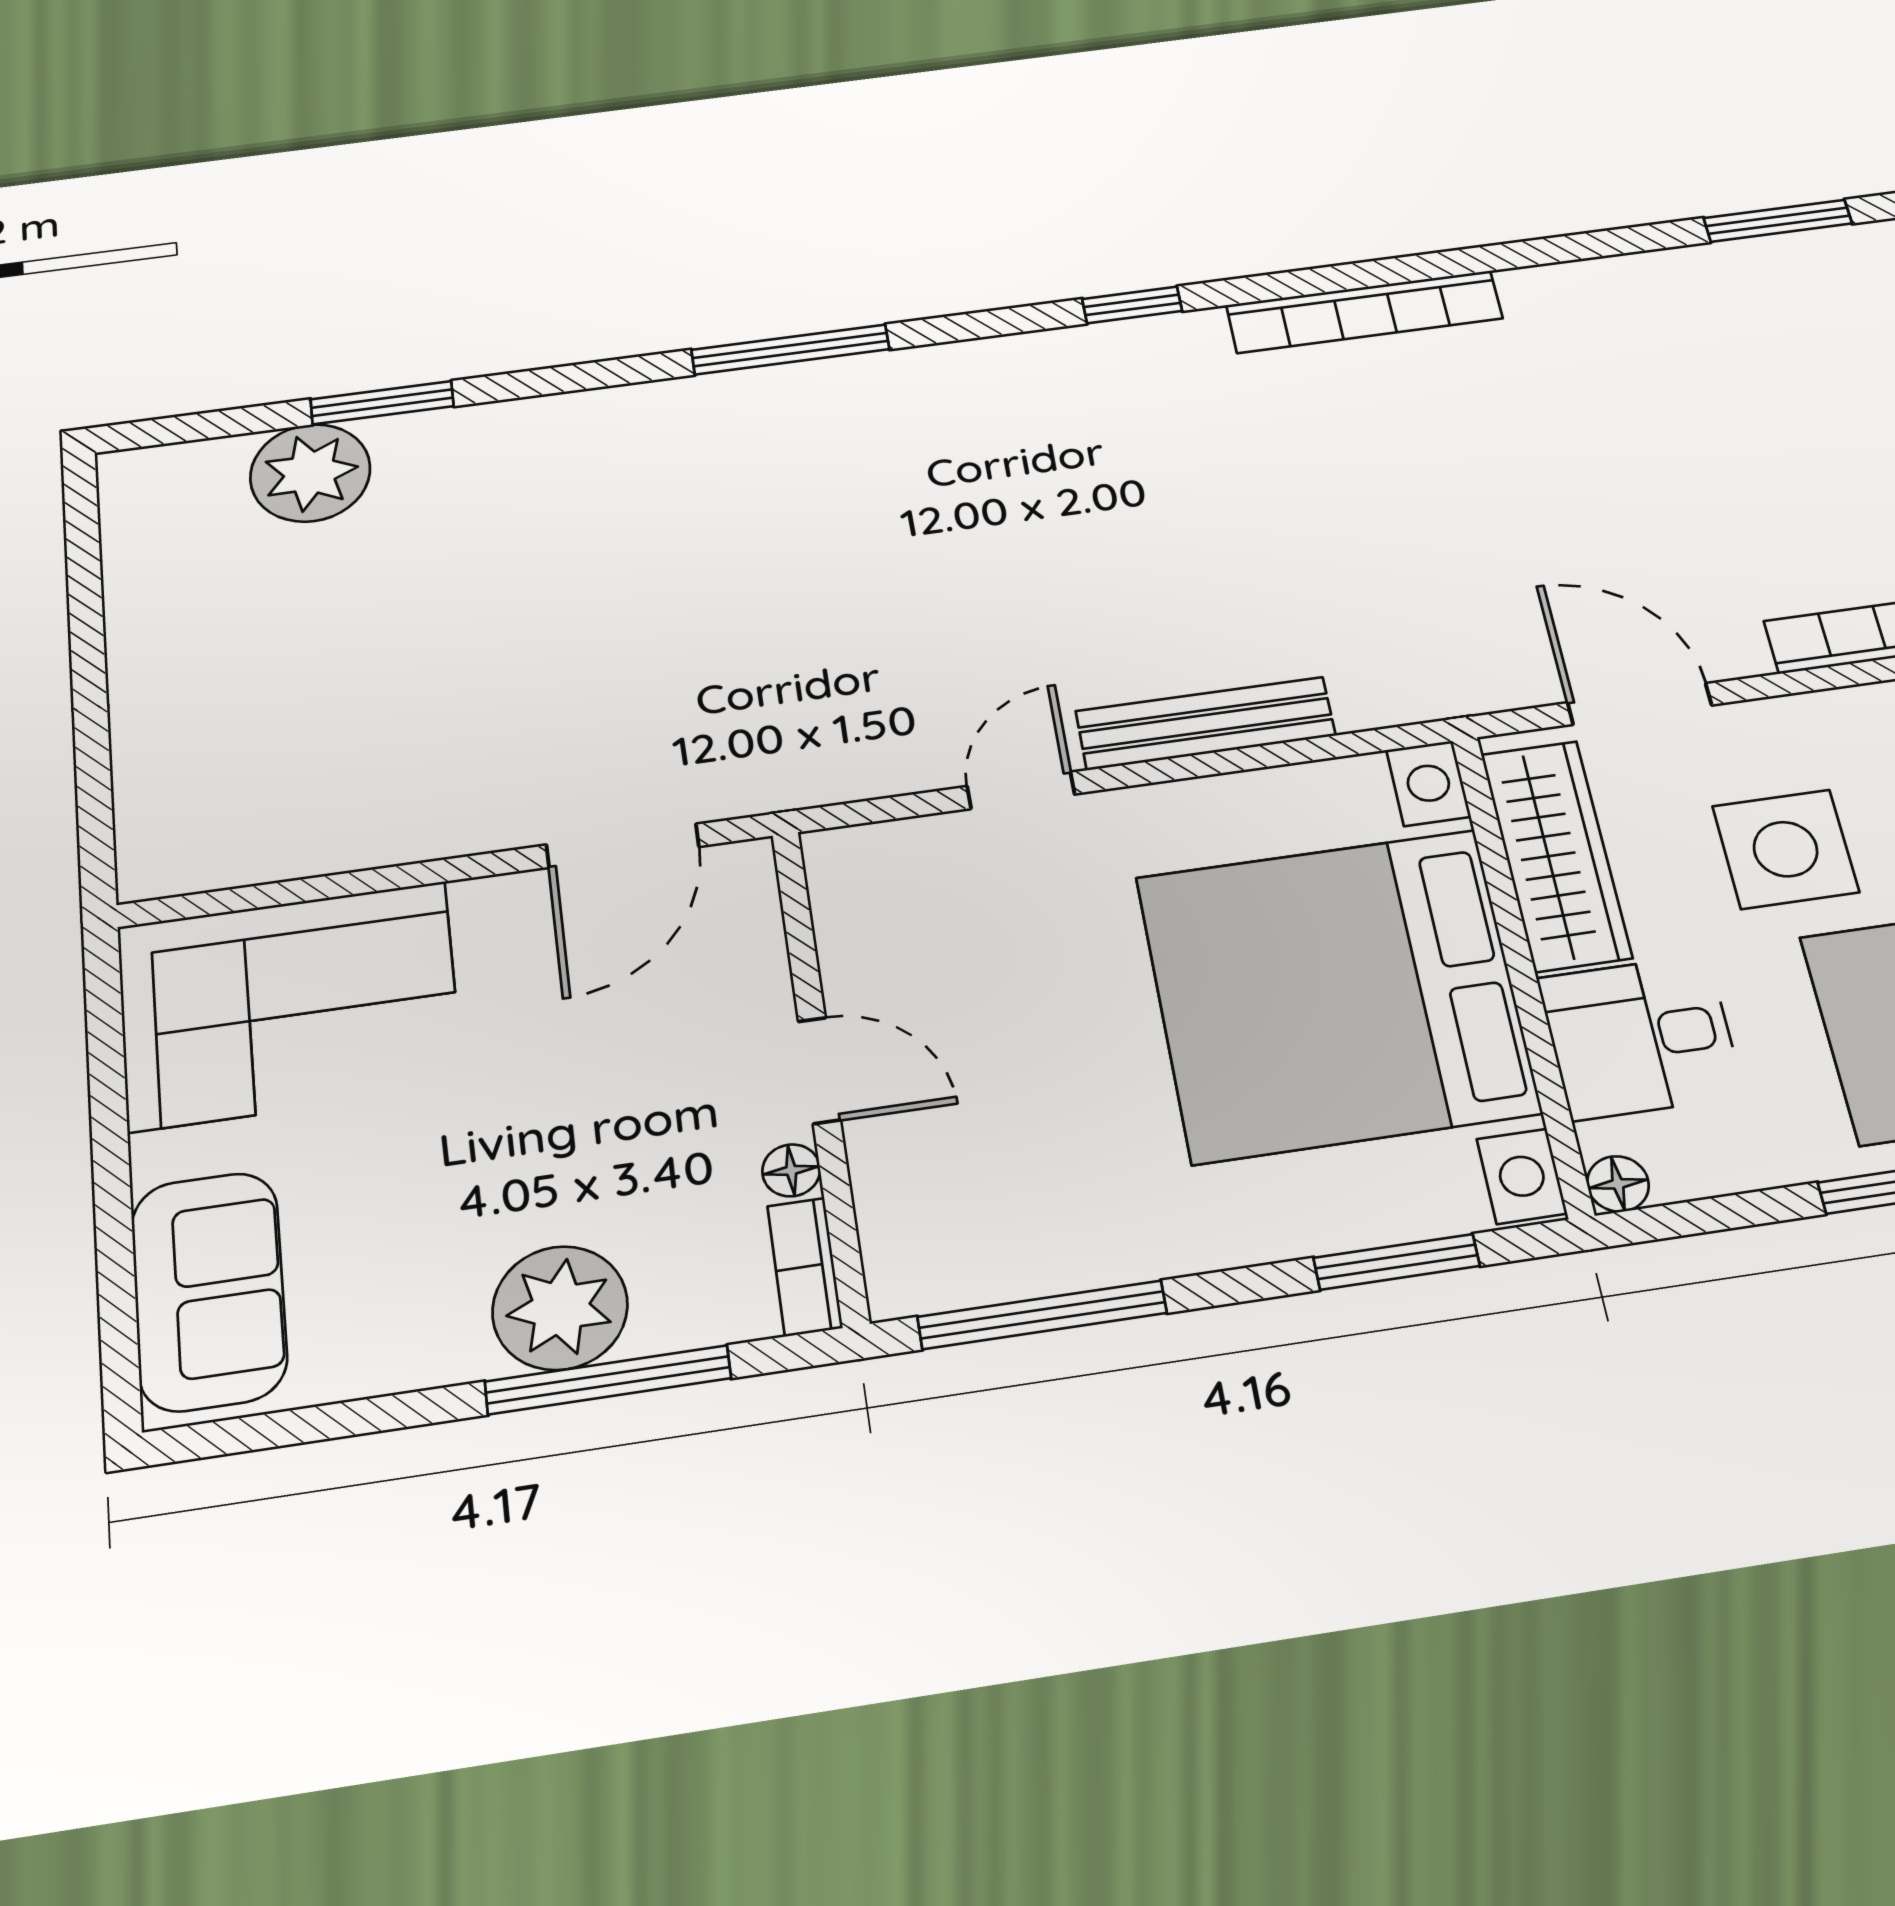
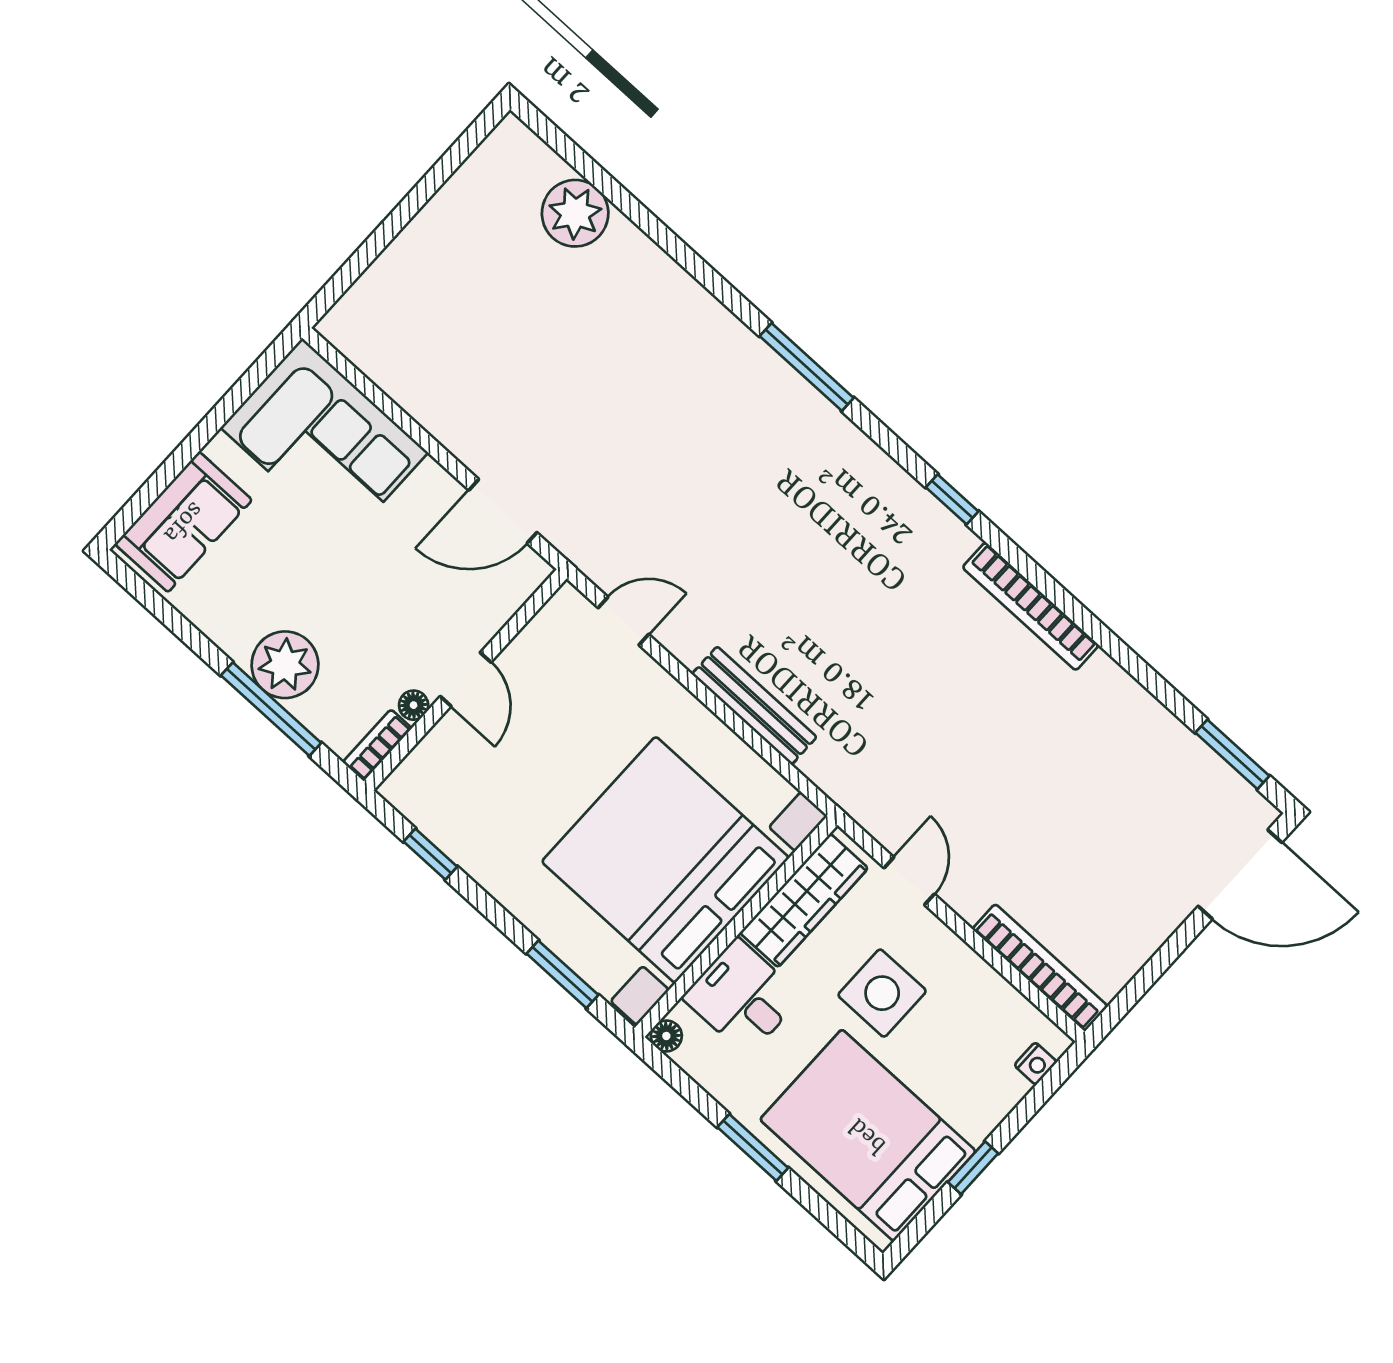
window: (382, 403) -> (635, 211), removed
door: (1640, 704) -> (909, 881), width x0.73
door: (1021, 790) -> (623, 621), moved
window: (1042, 1315) -> (430, 854), width x0.46

